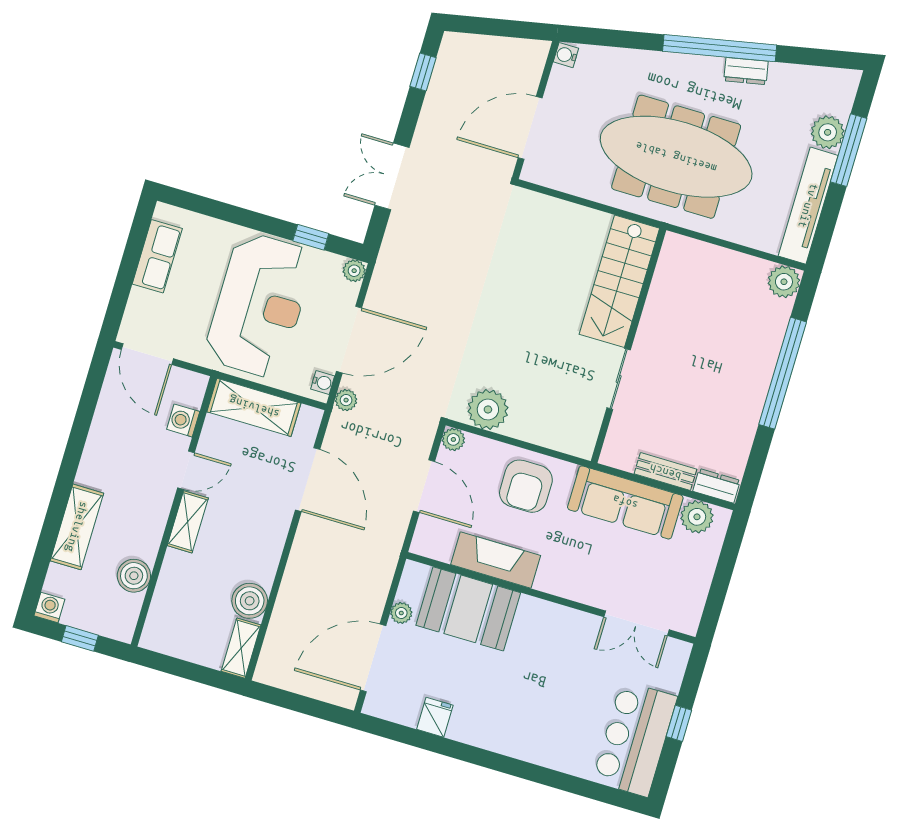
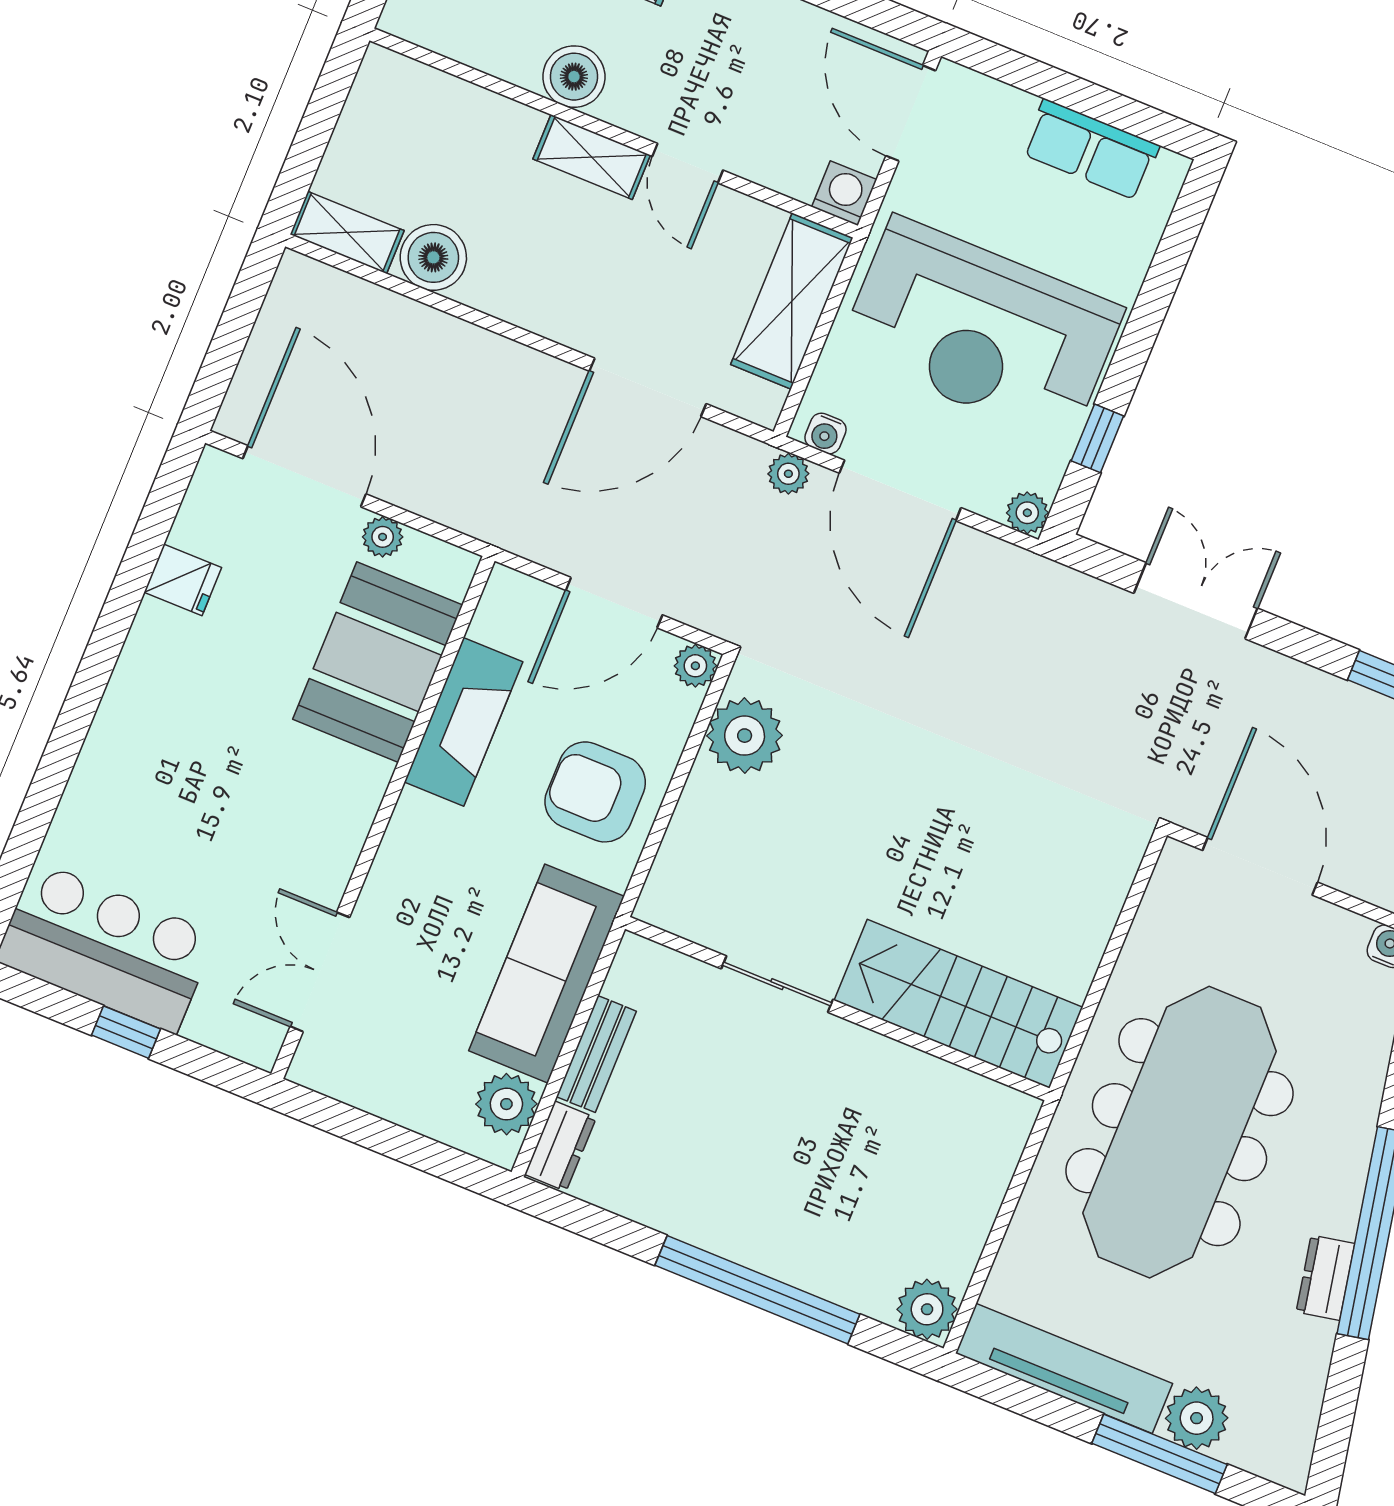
door: (147, 354) -> (911, 113), hinge flipped
washing machine: (183, 420) -> (844, 193), moved
boiler: (134, 576) -> (574, 77), moved

